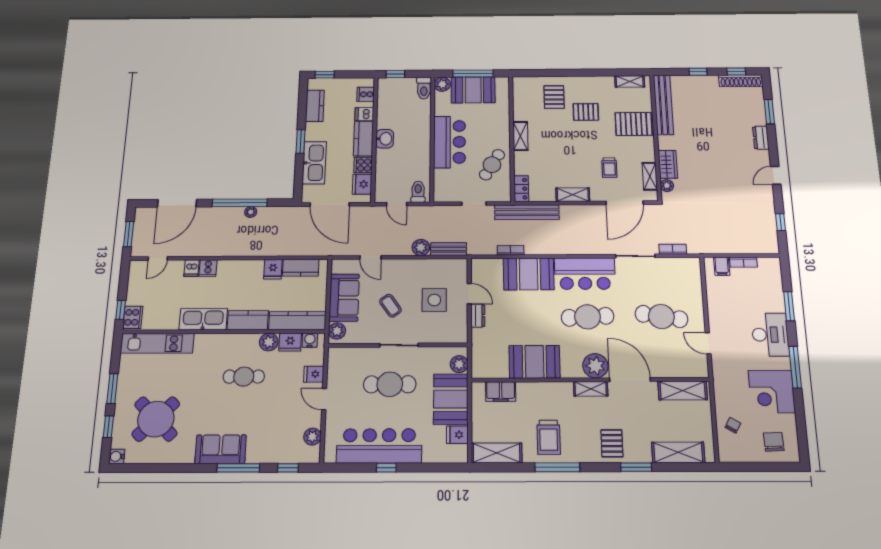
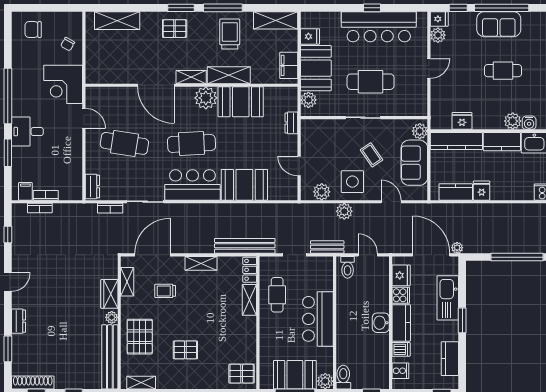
pallet: (554, 97) -> (242, 374), moved, turned 90
pallet: (634, 124) -> (140, 337), turned 90
shelving: (520, 136) -> (249, 300), moved
cafe table: (492, 165) -> (277, 295), turned -31
trolley: (609, 168) -> (165, 291), turned -90
plant: (667, 186) -> (112, 317), moved
plant: (251, 212) -> (457, 248), moved
bench: (448, 249) -> (327, 247), moved
bookcase: (511, 250) -> (40, 208), moved
filing cabinet: (722, 266) -> (25, 191), moved
plant: (445, 267) -> (322, 192), added
dresser: (693, 271) -> (92, 187), added
side table: (434, 300) -> (352, 182), moved
dresser: (478, 316) -> (291, 123), moved
desk: (770, 335) -> (27, 132), width x0.73
water cooler: (310, 340) -> (529, 123), moved
plant: (269, 342) -> (513, 121), moved
plant: (595, 366) -> (206, 98), moved
window: (795, 367) -> (8, 96), width x1.46
fridge: (314, 374) -> (439, 19), moved
cafe table: (244, 377) -> (503, 71), moved
filing cabinet: (501, 391) -> (289, 65), moved, turned -90
shelving: (683, 391) -> (229, 75), moved
corner desk: (772, 391) -> (63, 84), moved, turned 180
door: (324, 399) -> (429, 68), hinge flipped
chair: (774, 442) -> (33, 30), turned 92
pallet: (612, 443) -> (175, 29), turned 90
sofa: (221, 449) -> (499, 24), moved
window: (636, 467) -> (181, 8), moved
window: (238, 468) -> (502, 8), width x1.46

